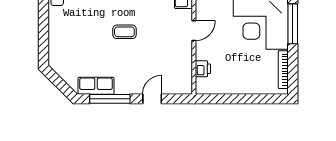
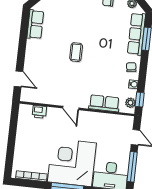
window: (110, 99) -> (23, 34), removed
door: (152, 99) -> (19, 79), moved

